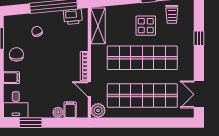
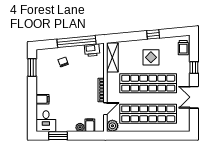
trolley: (172, 14) -> (183, 48), moved
chair: (16, 54) -> (46, 81), removed
door: (89, 89) -> (105, 109), swing flipped
double door: (199, 94) -> (194, 97), moved

